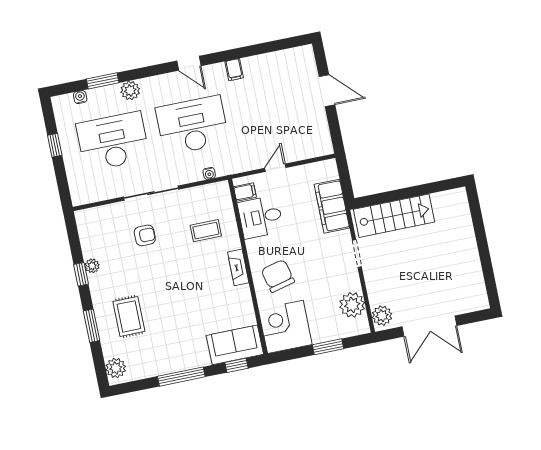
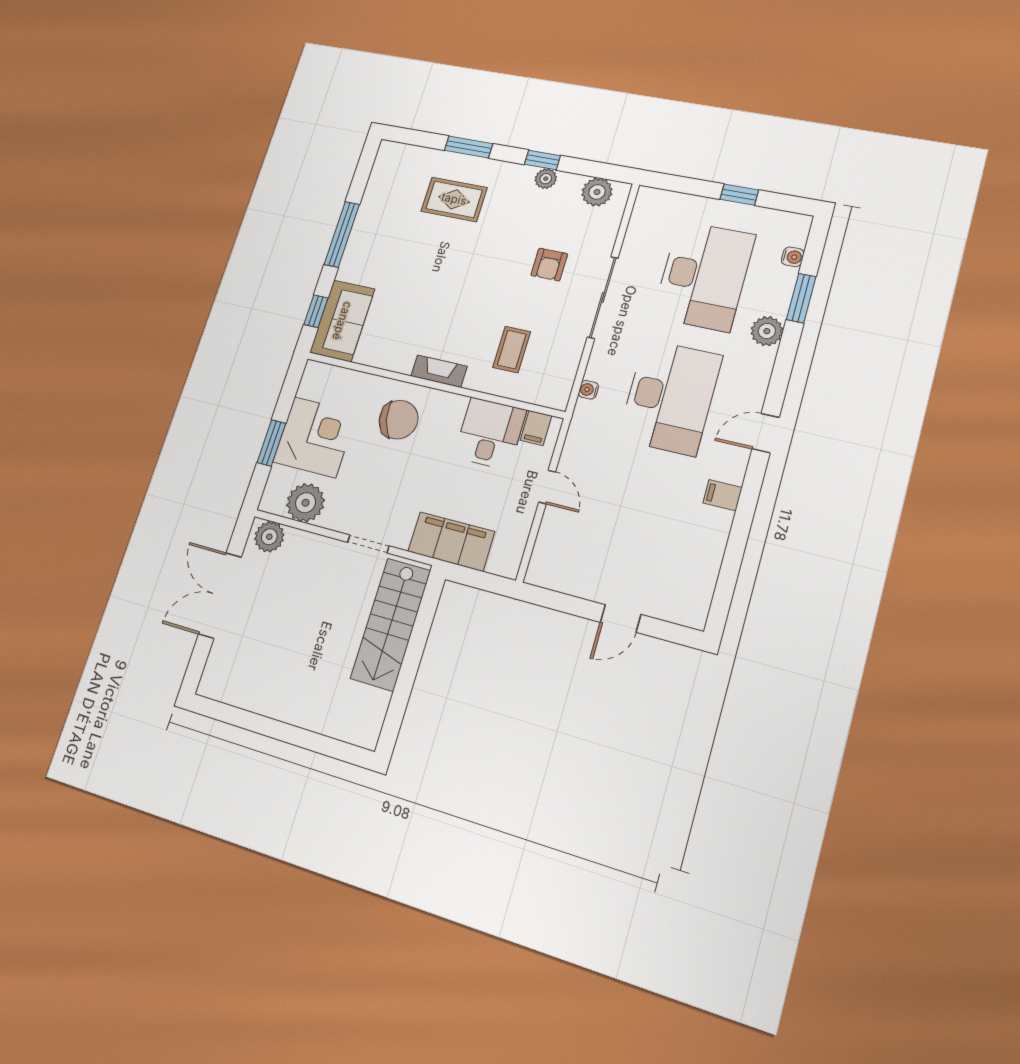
door: (327, 91) -> (621, 618), width x0.73
corner desk: (285, 327) -> (315, 437), moved
plant: (116, 368) -> (597, 192), moved

